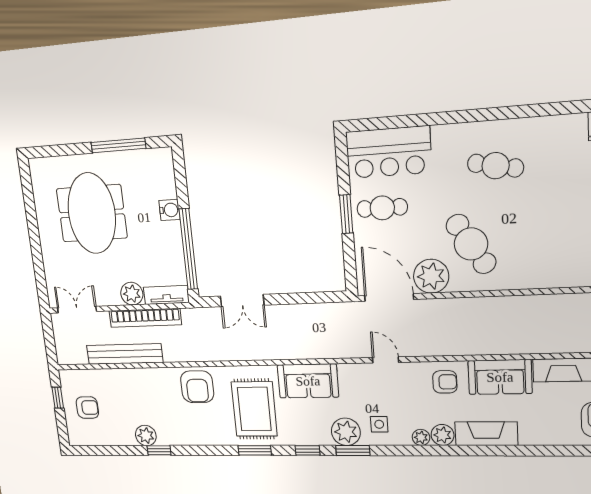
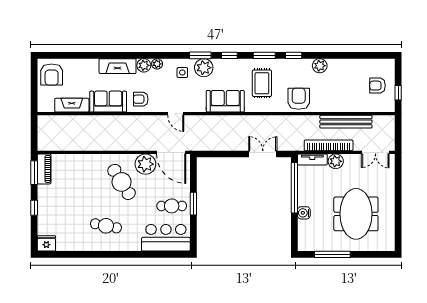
rug: (254, 409) -> (262, 83), width x0.73, depth x0.70
plant: (146, 435) -> (320, 66), moved
window: (159, 450) -> (294, 55), moved

